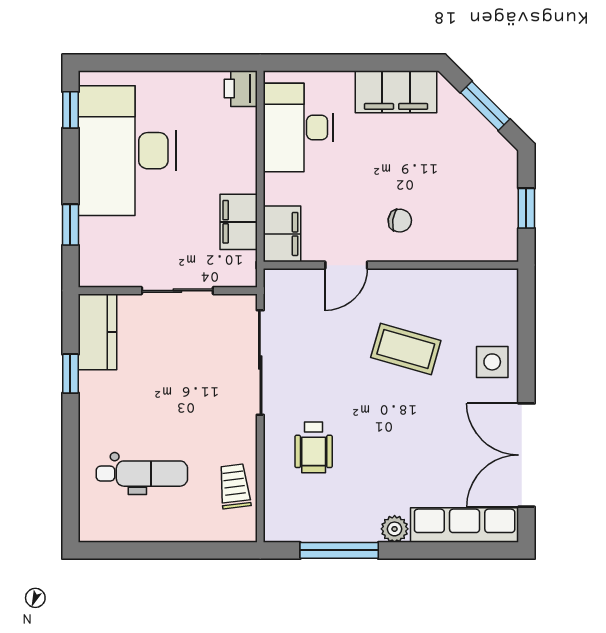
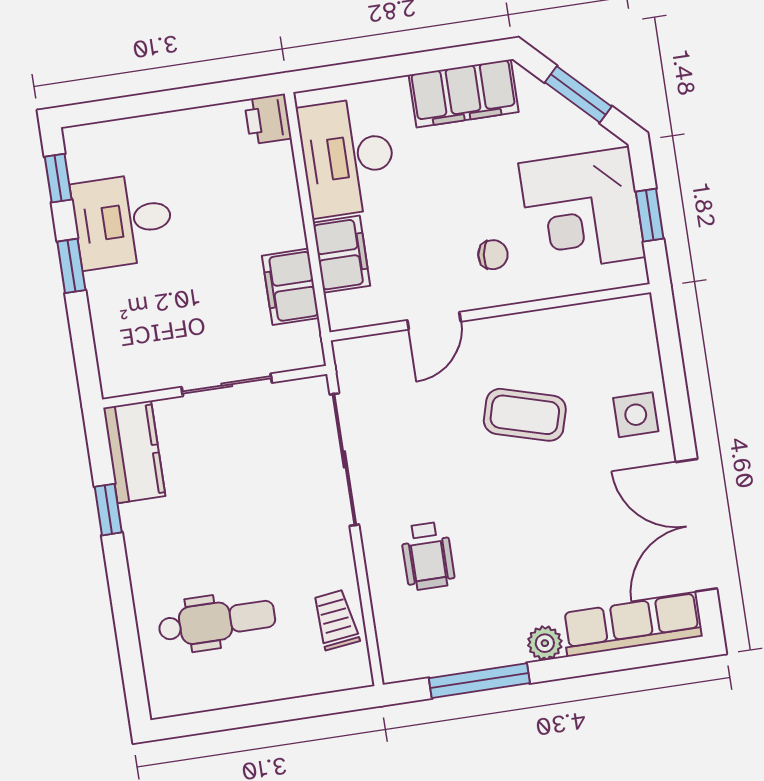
desk: (127, 151) -> (123, 221), width x0.53, depth x0.77
corner desk: (474, 196) -> (582, 210), added
window: (70, 225) -> (71, 266), moved
filing cabinet: (282, 234) -> (341, 254), moved

